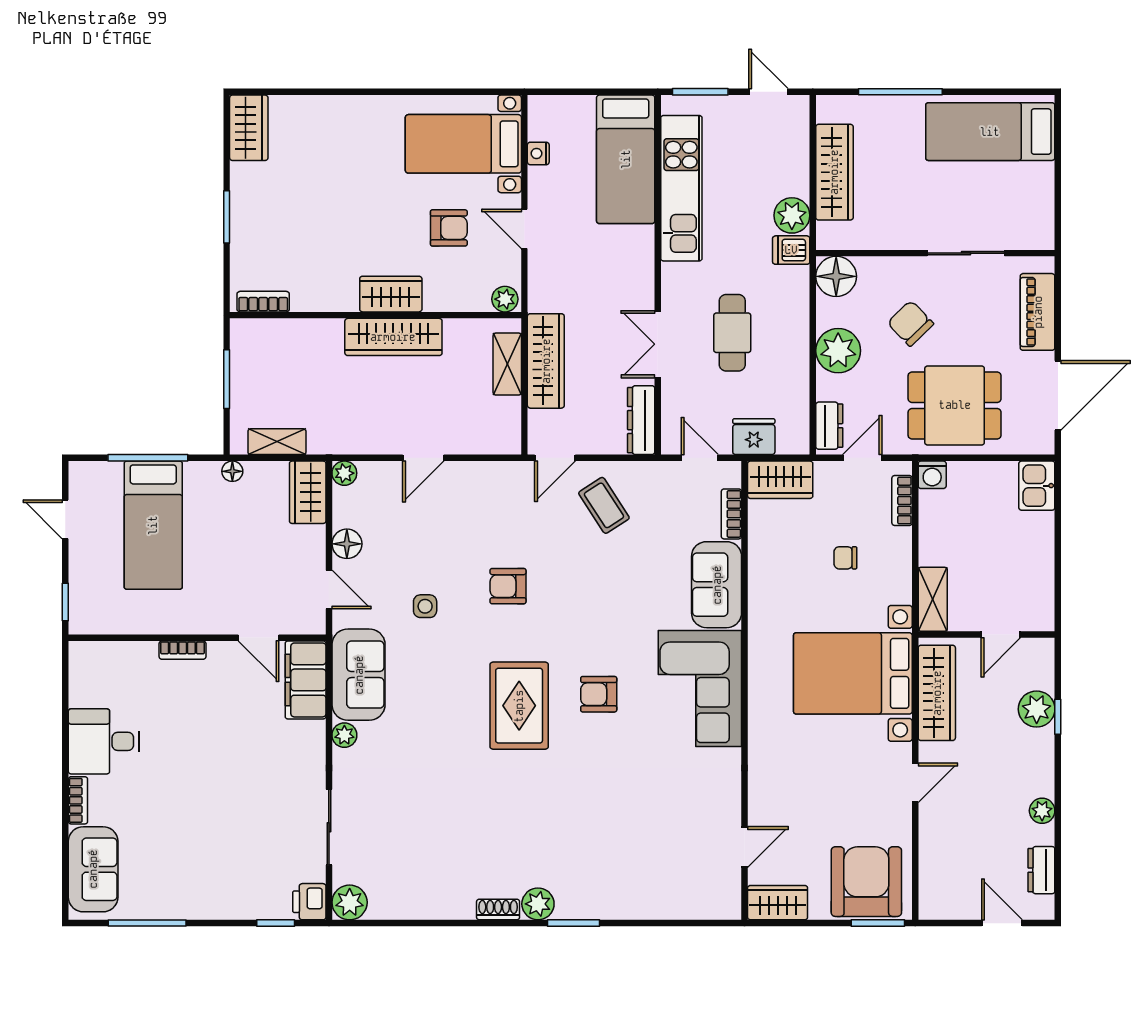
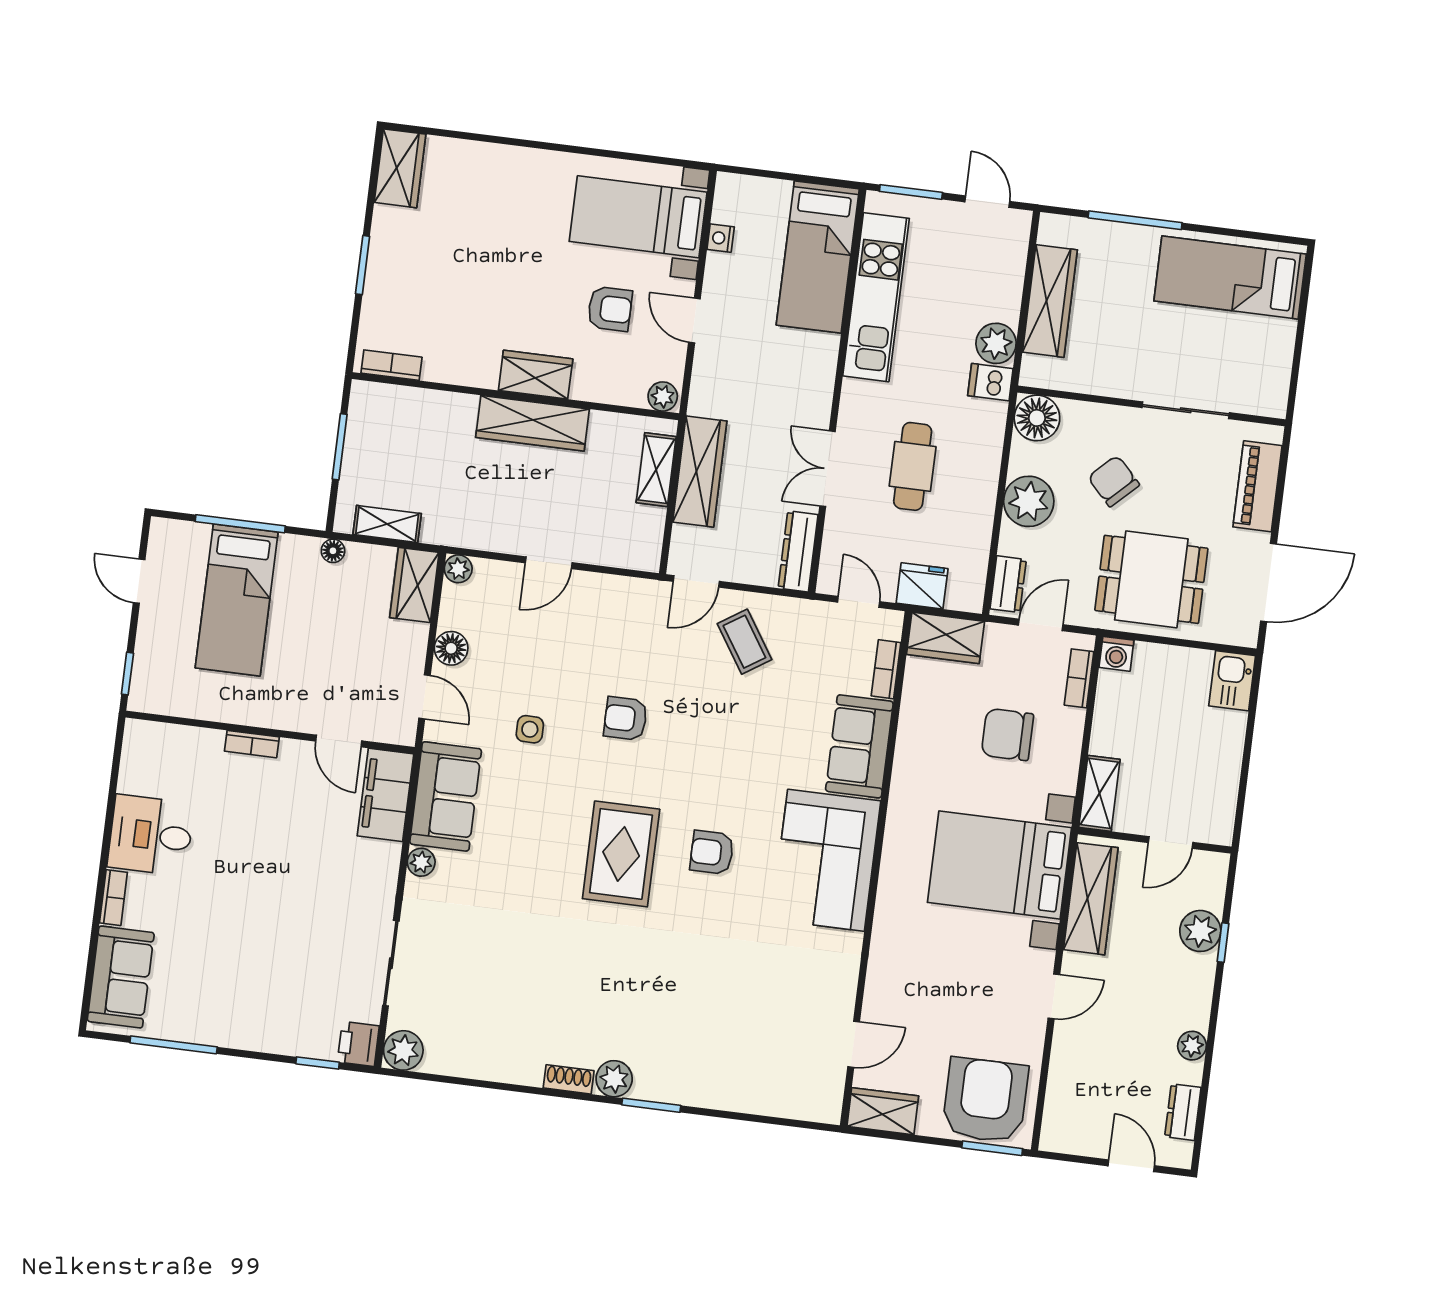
chair: (845, 558) -> (1007, 735), width x1.87, depth x1.87

